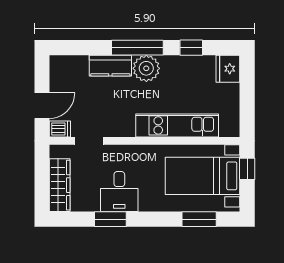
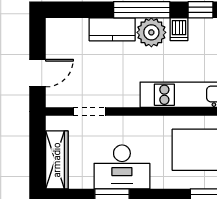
dishwasher: (60, 129) -> (179, 29), moved, turned 90
desk: (119, 192) -> (122, 167), width x1.37

